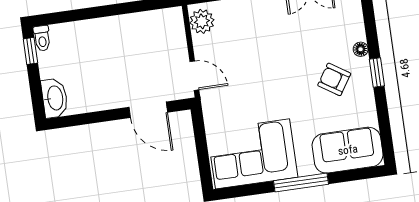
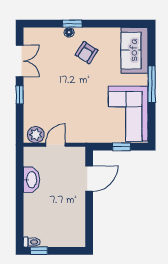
window: (377, 73) -> (72, 24), moved
door: (194, 76) -> (55, 145), moved
washbasin: (55, 98) -> (31, 180), moved, turned 90
window: (202, 151) -> (121, 147), added

